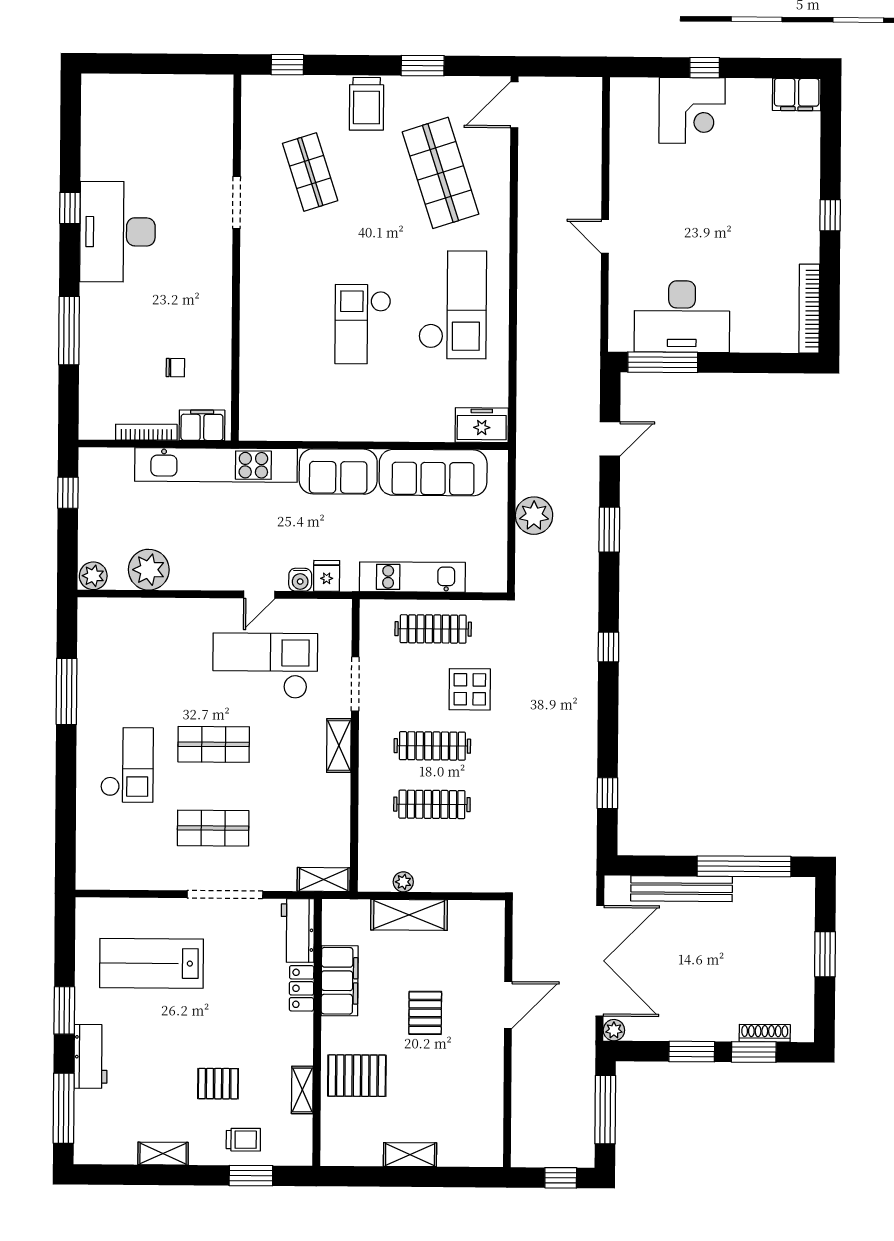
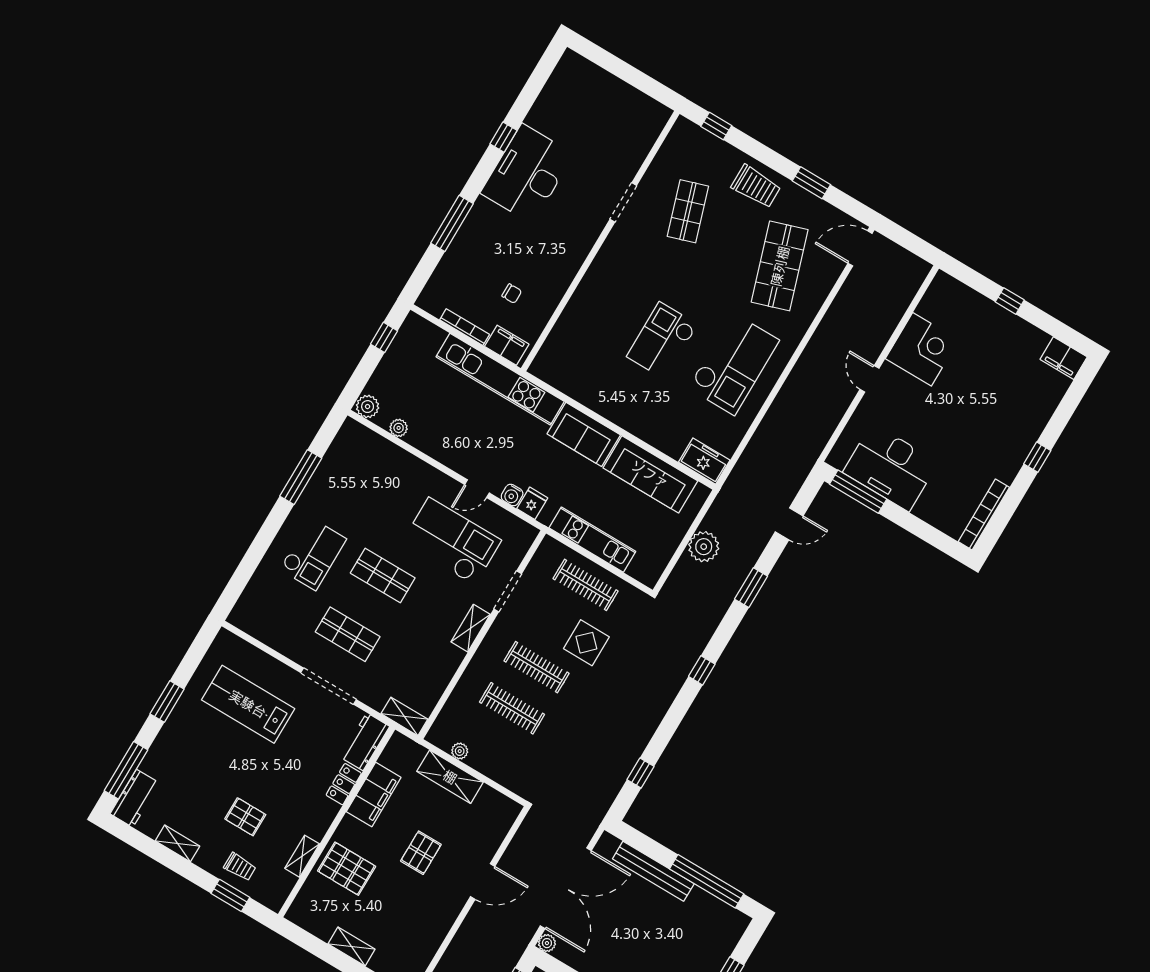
trolley: (366, 104) -> (756, 186), turned -90
corner desk: (692, 111) -> (922, 349), moved, turned -90
plant: (149, 570) -> (399, 428), width x0.53, depth x0.53
workbench: (91, 1056) -> (135, 798), moved

